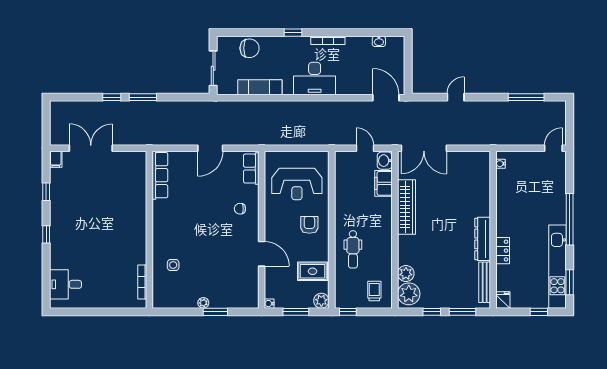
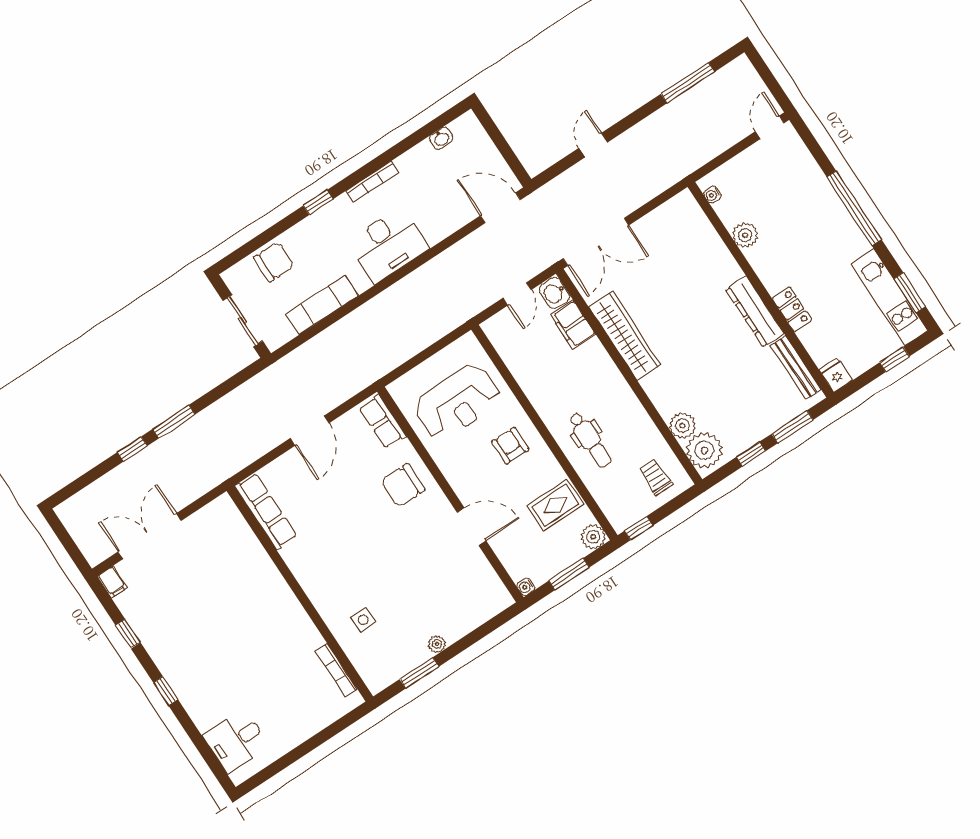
door: (365, 148) -> (517, 294), swing flipped
plant: (504, 196) -> (745, 235), added
chair: (240, 209) -> (403, 485), width x1.87, depth x1.87
kitchen unit: (557, 267) -> (889, 297), width x0.73
window: (215, 312) -> (419, 673), moved

